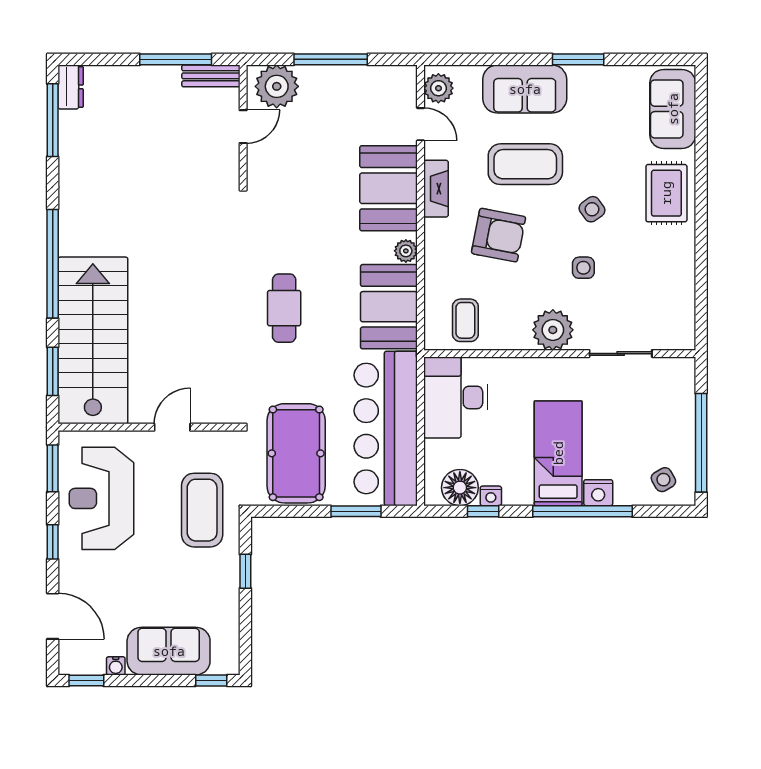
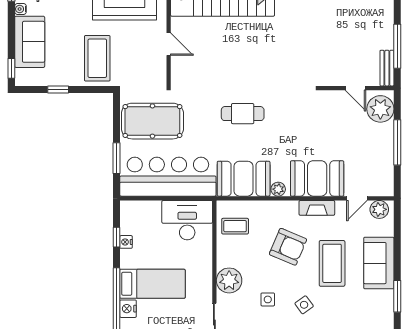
armchair: (499, 235) -> (288, 247), turned -78
floor lamp: (460, 488) -> (131, 223), removed
coffee table: (202, 510) -> (97, 58), moved, turned 90
window: (245, 571) -> (58, 89), moved

